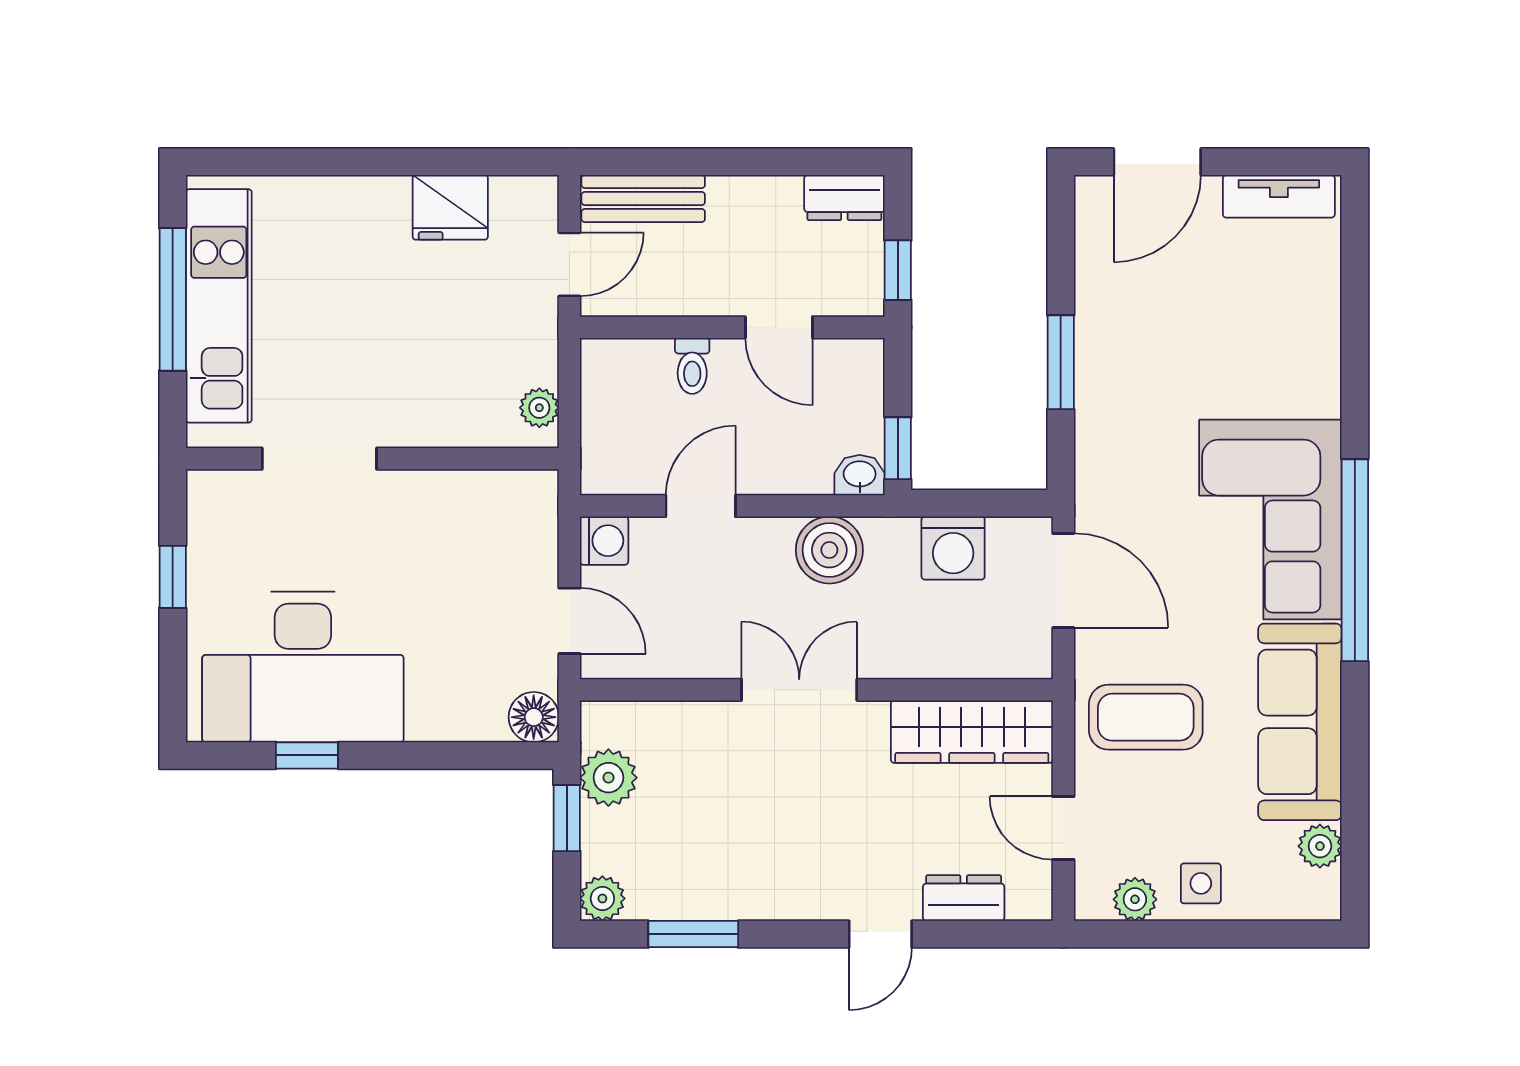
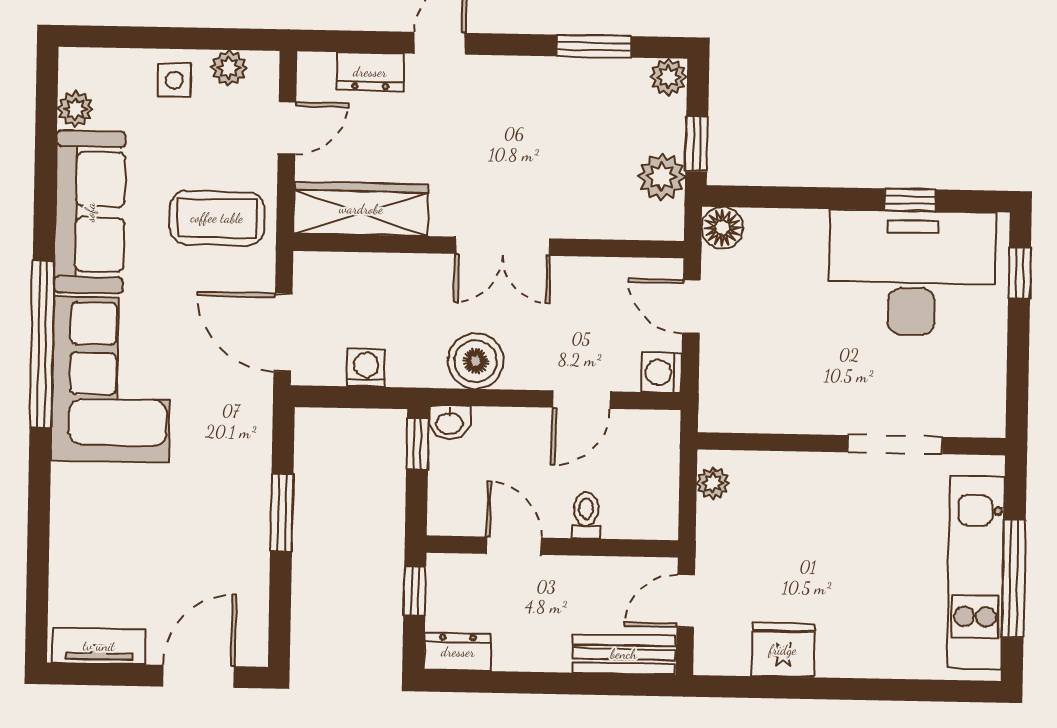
washing machine: (953, 548) -> (366, 368), width x0.73, depth x0.73
window: (173, 577) -> (1020, 273), moved
door: (1063, 828) -> (287, 128), hinge flipped

